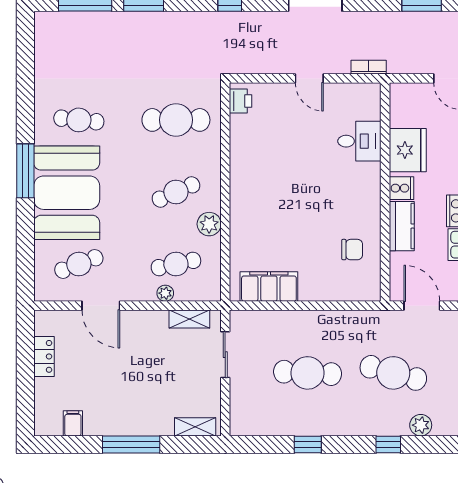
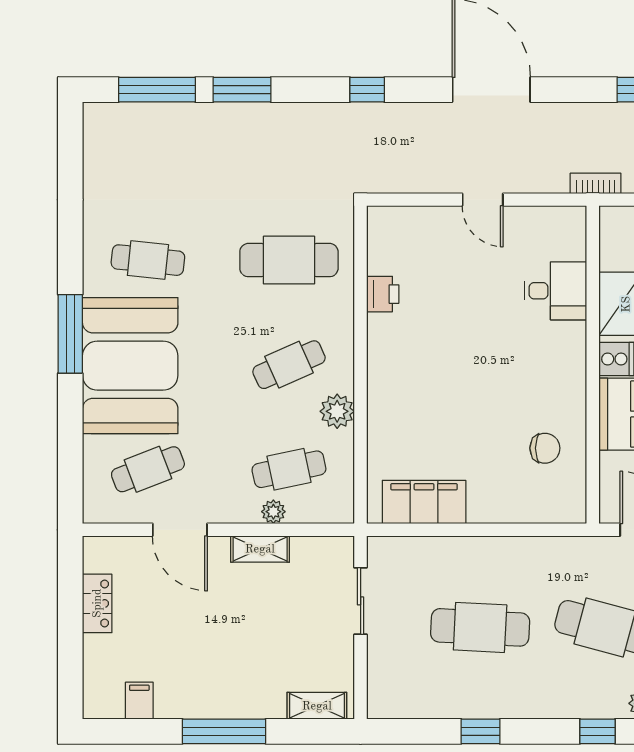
bookcase: (369, 67) -> (596, 183), moved
printer: (241, 101) -> (383, 294), moved
shelving: (189, 319) -> (260, 549), moved

